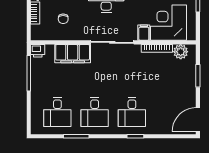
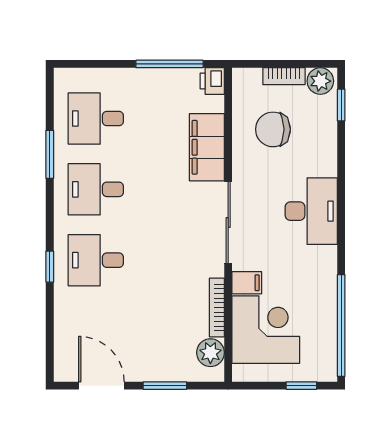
chair: (63, 19) -> (273, 129), width x1.87, depth x1.87
door: (198, 120) -> (101, 386), moved

